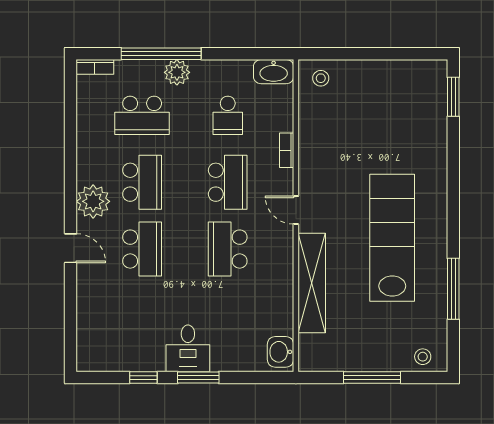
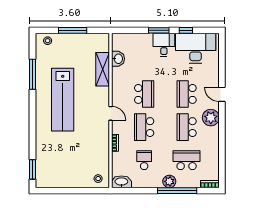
shelving: (312, 283) -> (103, 69), width x0.68
desk: (124, 342) -> (196, 48), added
washbasin: (281, 352) -> (118, 59), moved

